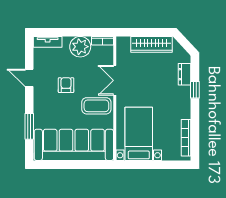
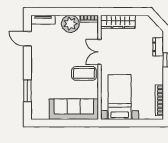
wardrobe: (151, 44) -> (118, 22), moved
door: (29, 78) -> (27, 39), moved
armchair: (66, 85) -> (58, 56), removed
sofa: (74, 145) -> (74, 109), width x0.74, depth x0.79

